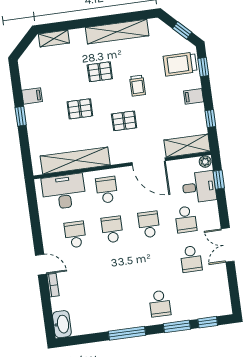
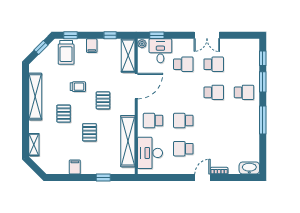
window: (21, 116) -> (103, 178), moved
school desk: (149, 224) -> (214, 92), moved, turned 180

